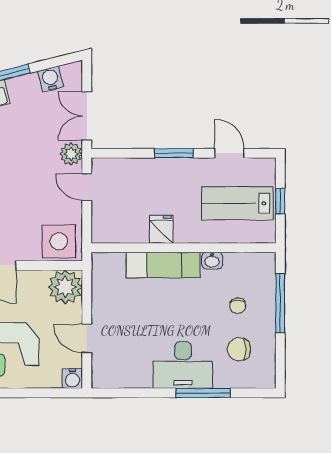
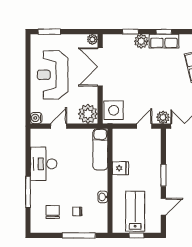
exam couch: (163, 265) -> (100, 149), moved
desk: (183, 365) -> (44, 164), moved

